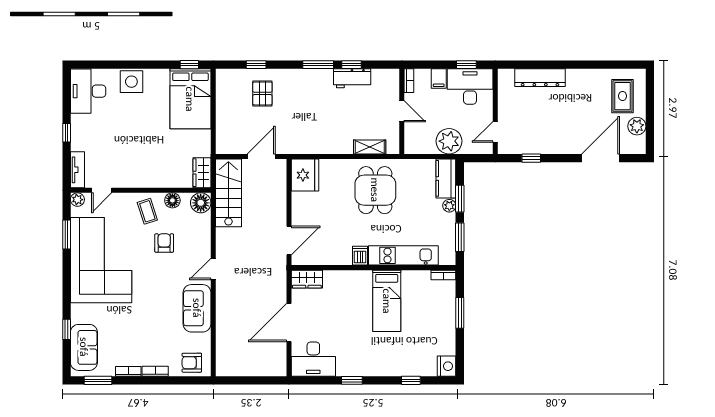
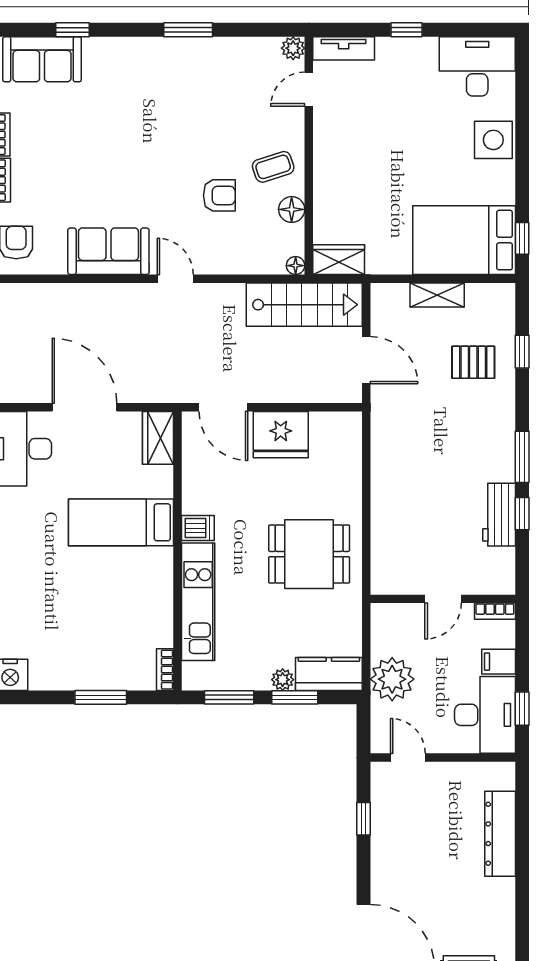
shelving: (370, 147) -> (437, 295), moved, turned 90
fridge: (305, 175) -> (281, 435), moved
door: (102, 190) -> (309, 89), hinge flipped
floor lamp: (201, 203) -> (296, 266), width x0.53, depth x0.53
window: (67, 234) -> (188, 30), moved
corner sofa: (101, 260) -> (190, 88), removed
bed: (387, 301) -> (121, 522), moved

